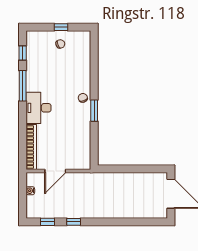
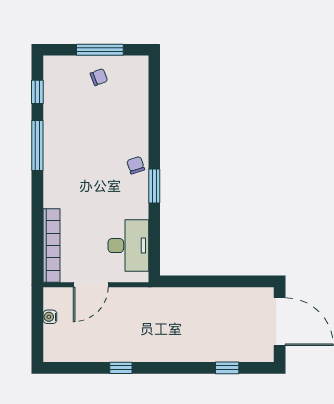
window: (61, 27) -> (100, 50), width x2.17
desk: (39, 108) -> (128, 246), moved, turned 180
window: (48, 222) -> (227, 368), moved

